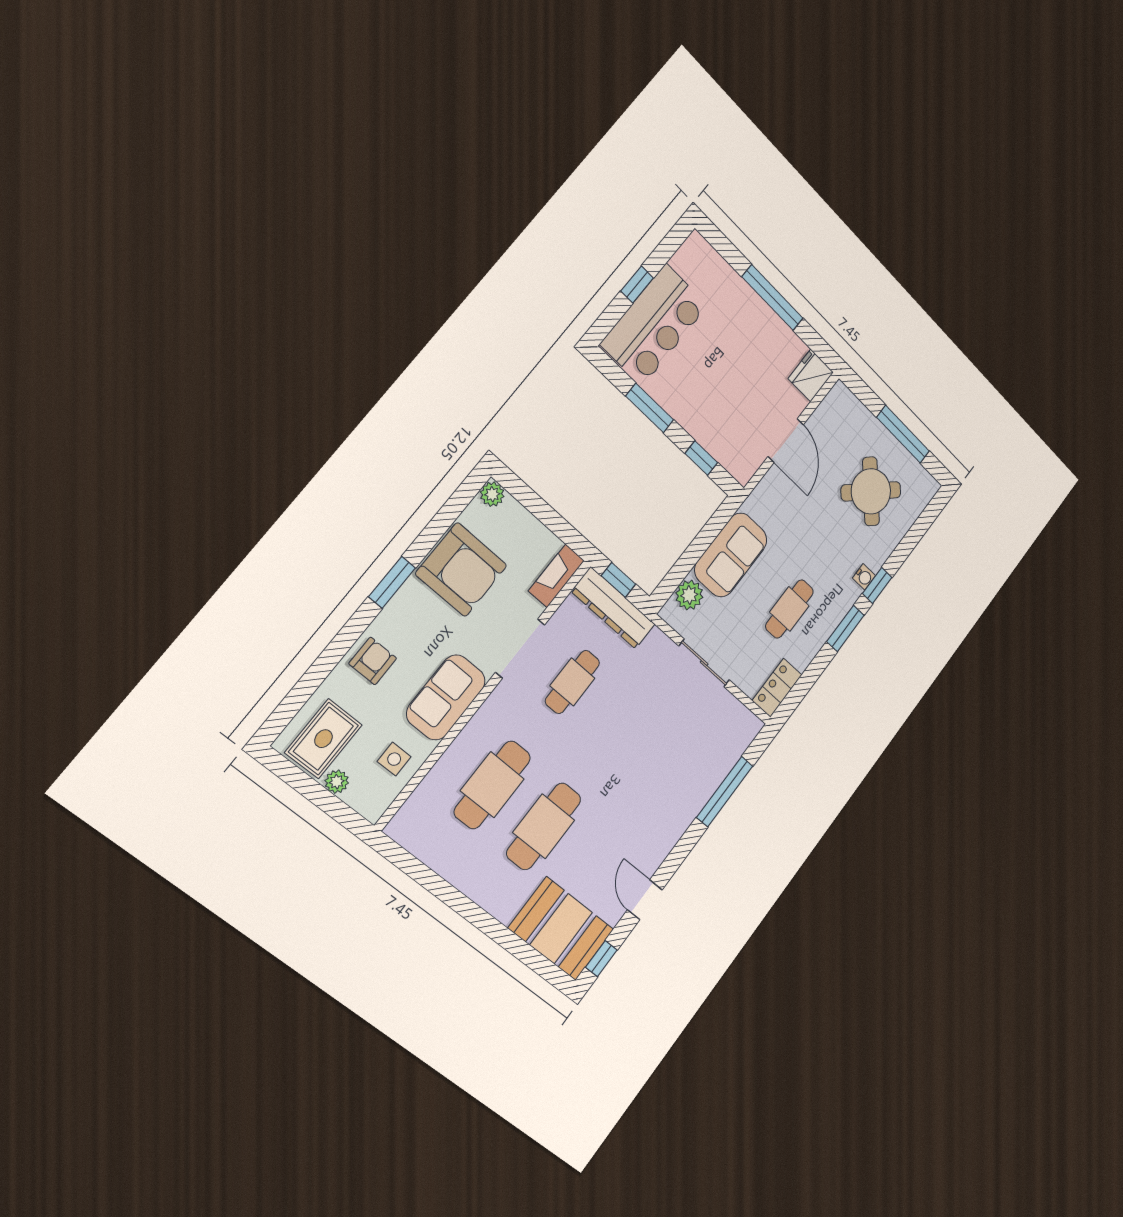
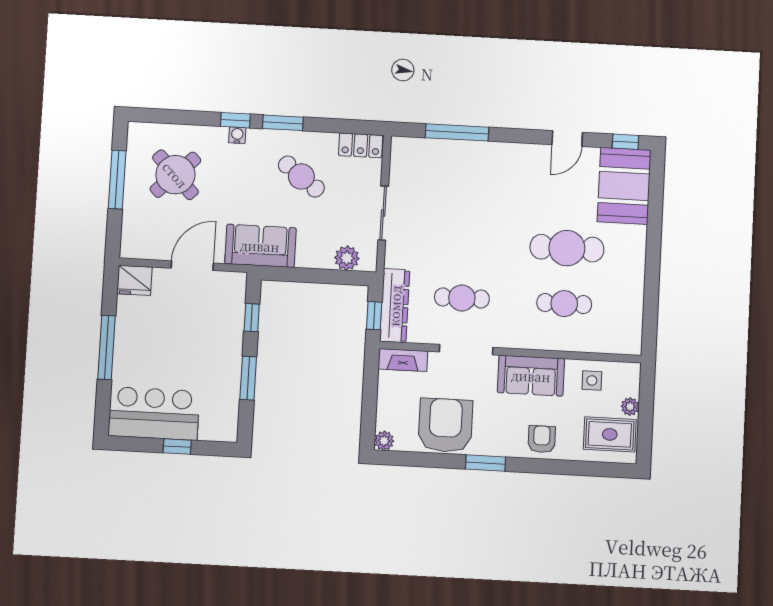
bar counter: (654, 325) -> (154, 413), moved
sofa: (731, 555) -> (260, 246), moved
cafe table: (789, 609) -> (301, 176), turned 37
armchair: (373, 661) -> (542, 439), turned 90
cafe table: (492, 785) -> (564, 304), width x0.73, depth x0.74

